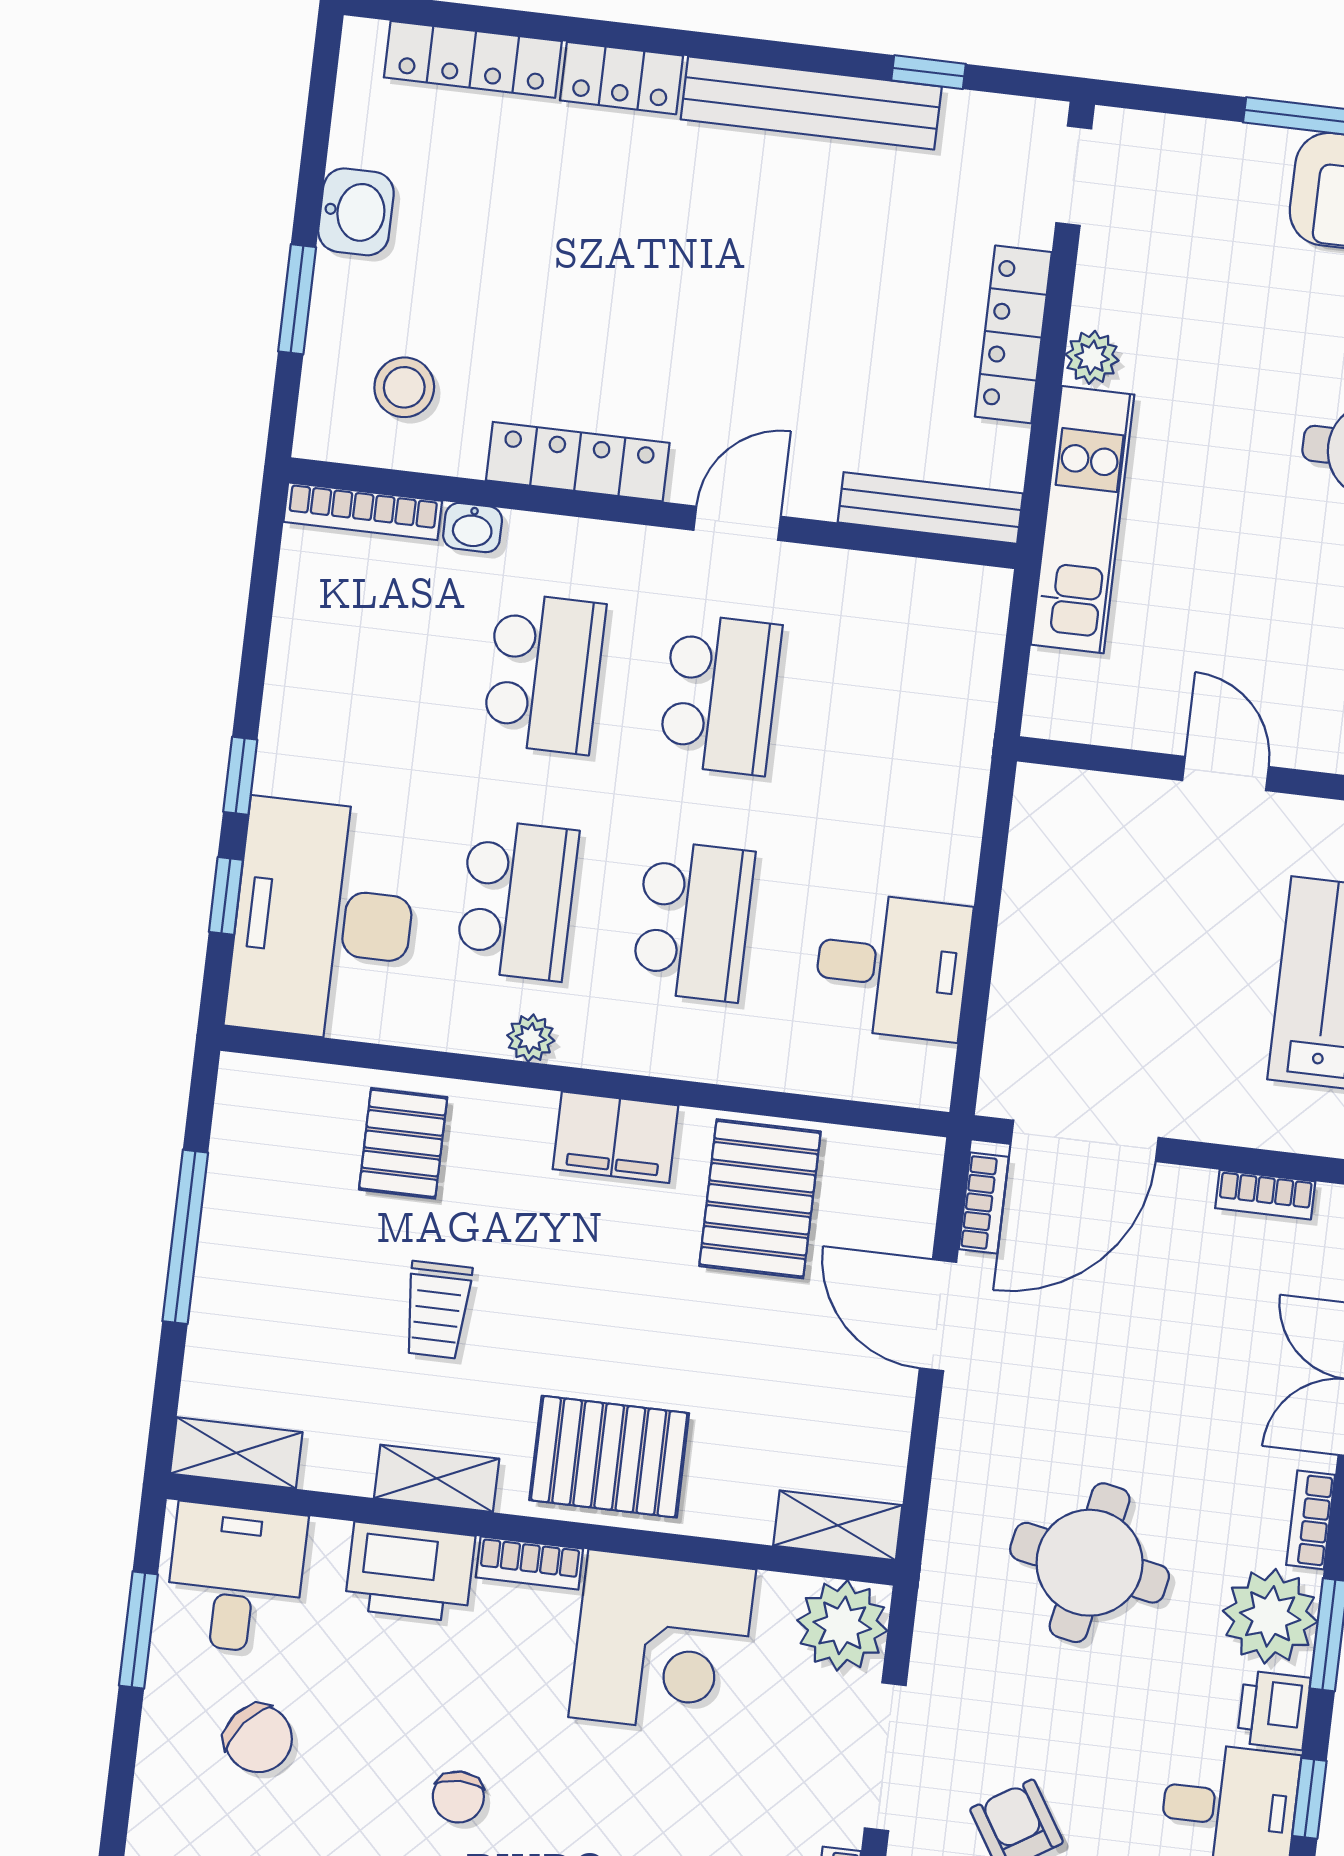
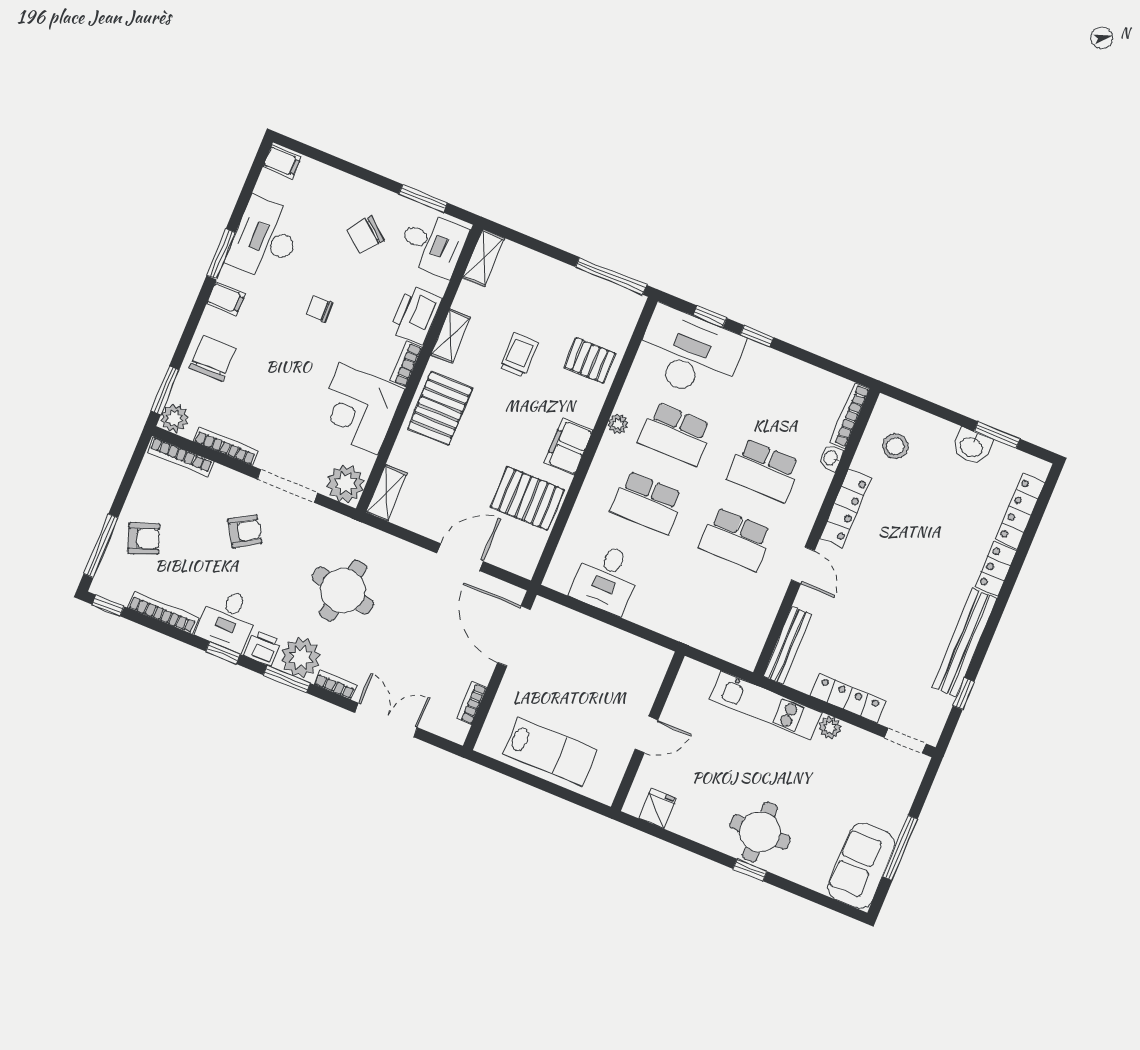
window: (297, 299) -> (997, 435), moved
bookcase: (984, 1203) -> (500, 588), removed
window: (185, 1237) -> (611, 276), moved
trolley: (437, 1310) -> (519, 355), turned 90

